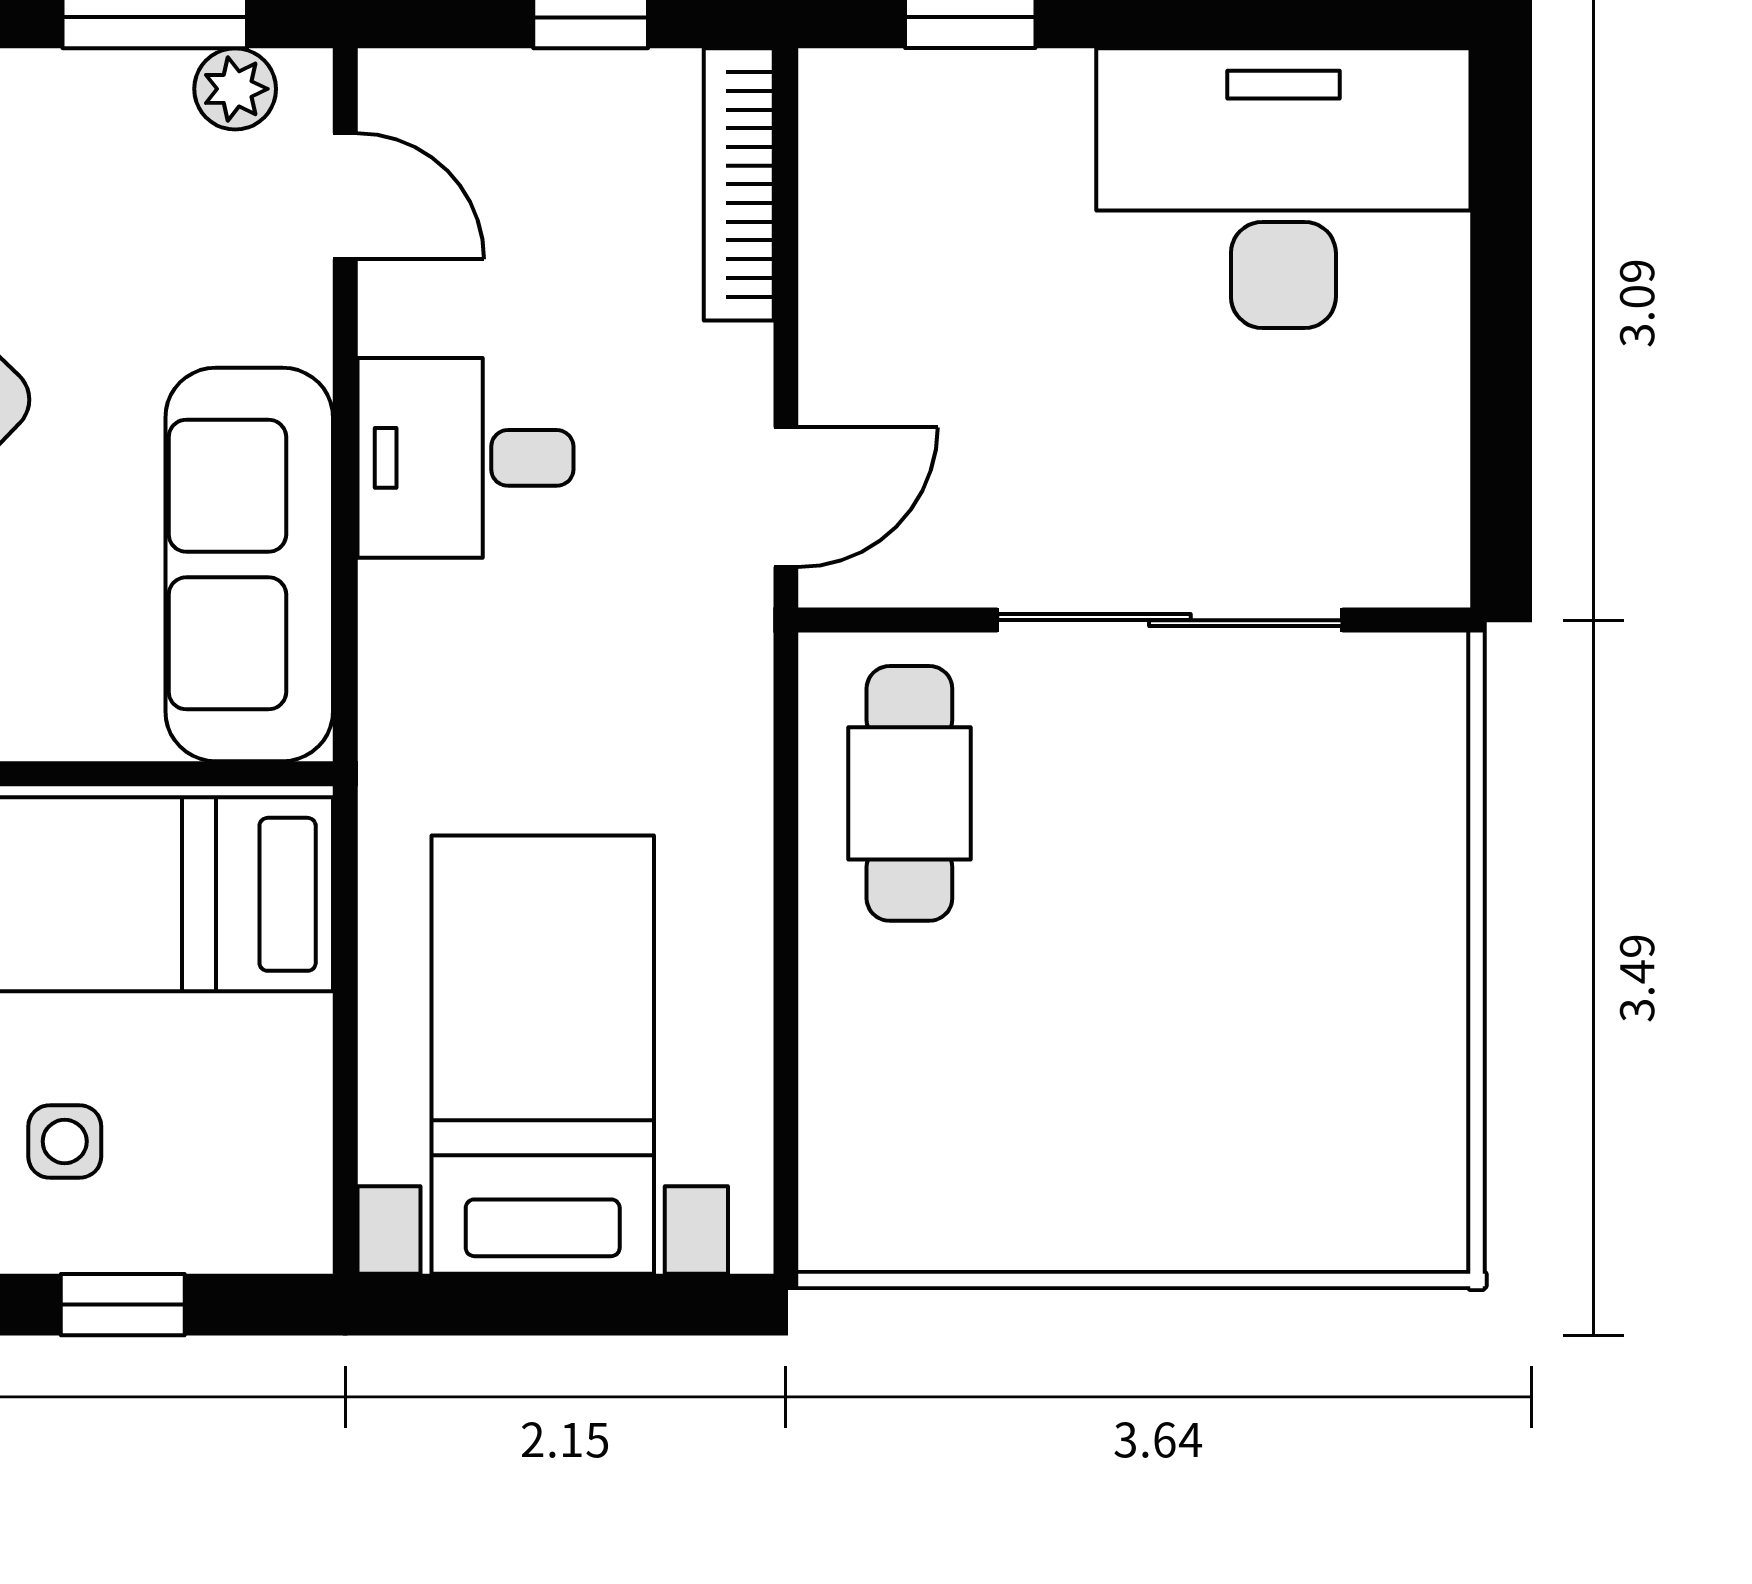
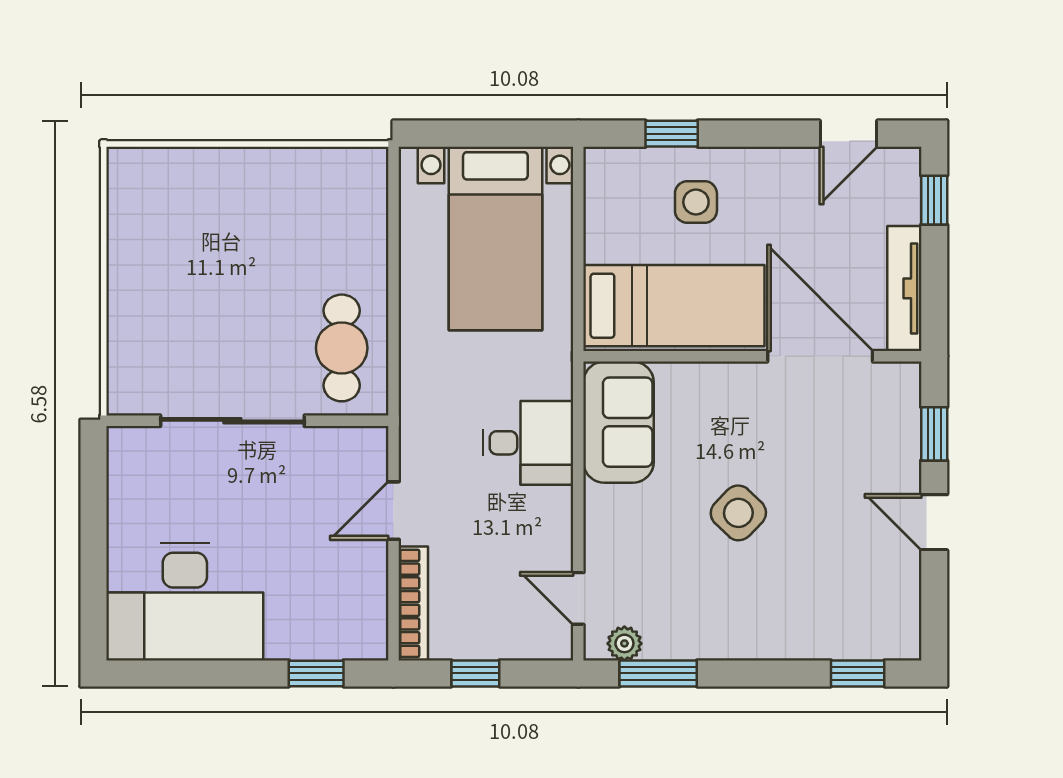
desk: (465, 458) -> (528, 443), moved
door: (786, 497) -> (393, 511), moved
sofa: (249, 564) -> (619, 422), width x0.73
side table: (65, 1141) -> (696, 202), width x1.37, depth x1.37

